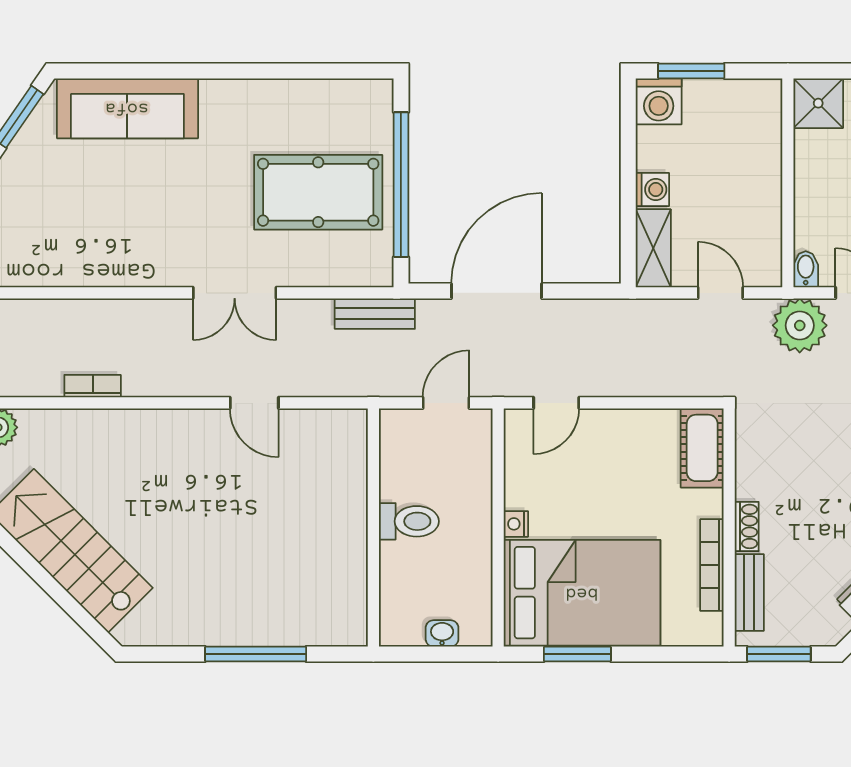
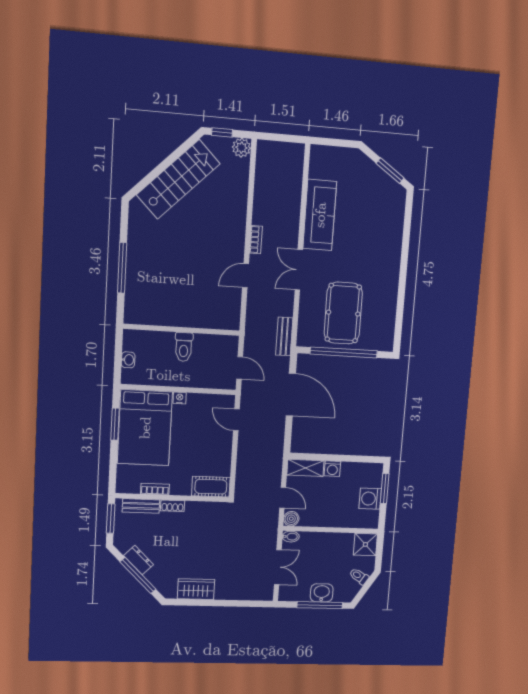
washing machine: (659, 101) -> (370, 499), moved
sofa: (127, 108) -> (320, 215), moved, turned 180
boiler: (766, 271) -> (291, 519), added
door: (720, 293) -> (283, 498), hinge flipped
plant: (800, 325) -> (265, 533), removed
bookcase: (93, 386) -> (256, 240), moved
bookcase: (712, 565) -> (155, 489), width x0.64

